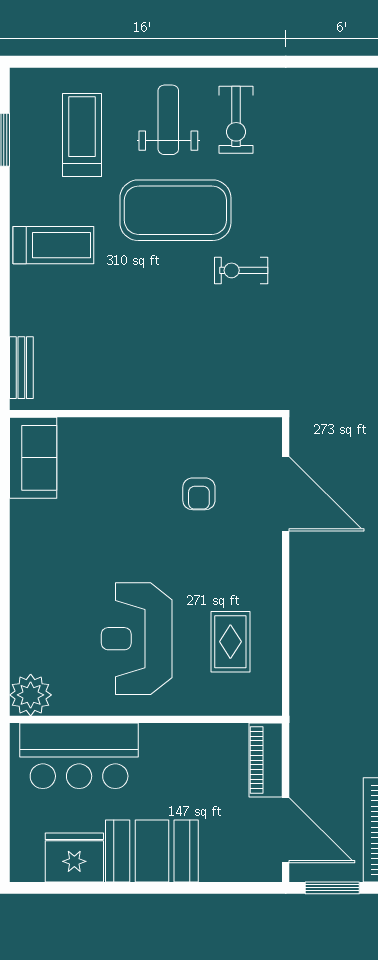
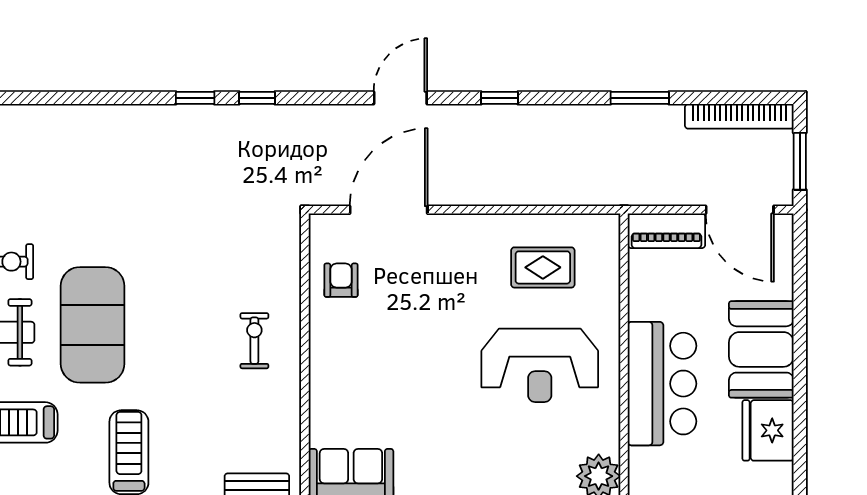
exercise bike: (241, 270) -> (254, 341), moved, turned 180
armchair: (199, 494) -> (341, 280), moved, turned -90
bar counter: (79, 756) -> (662, 384), moved
door: (286, 830) -> (740, 210), swing flipped

